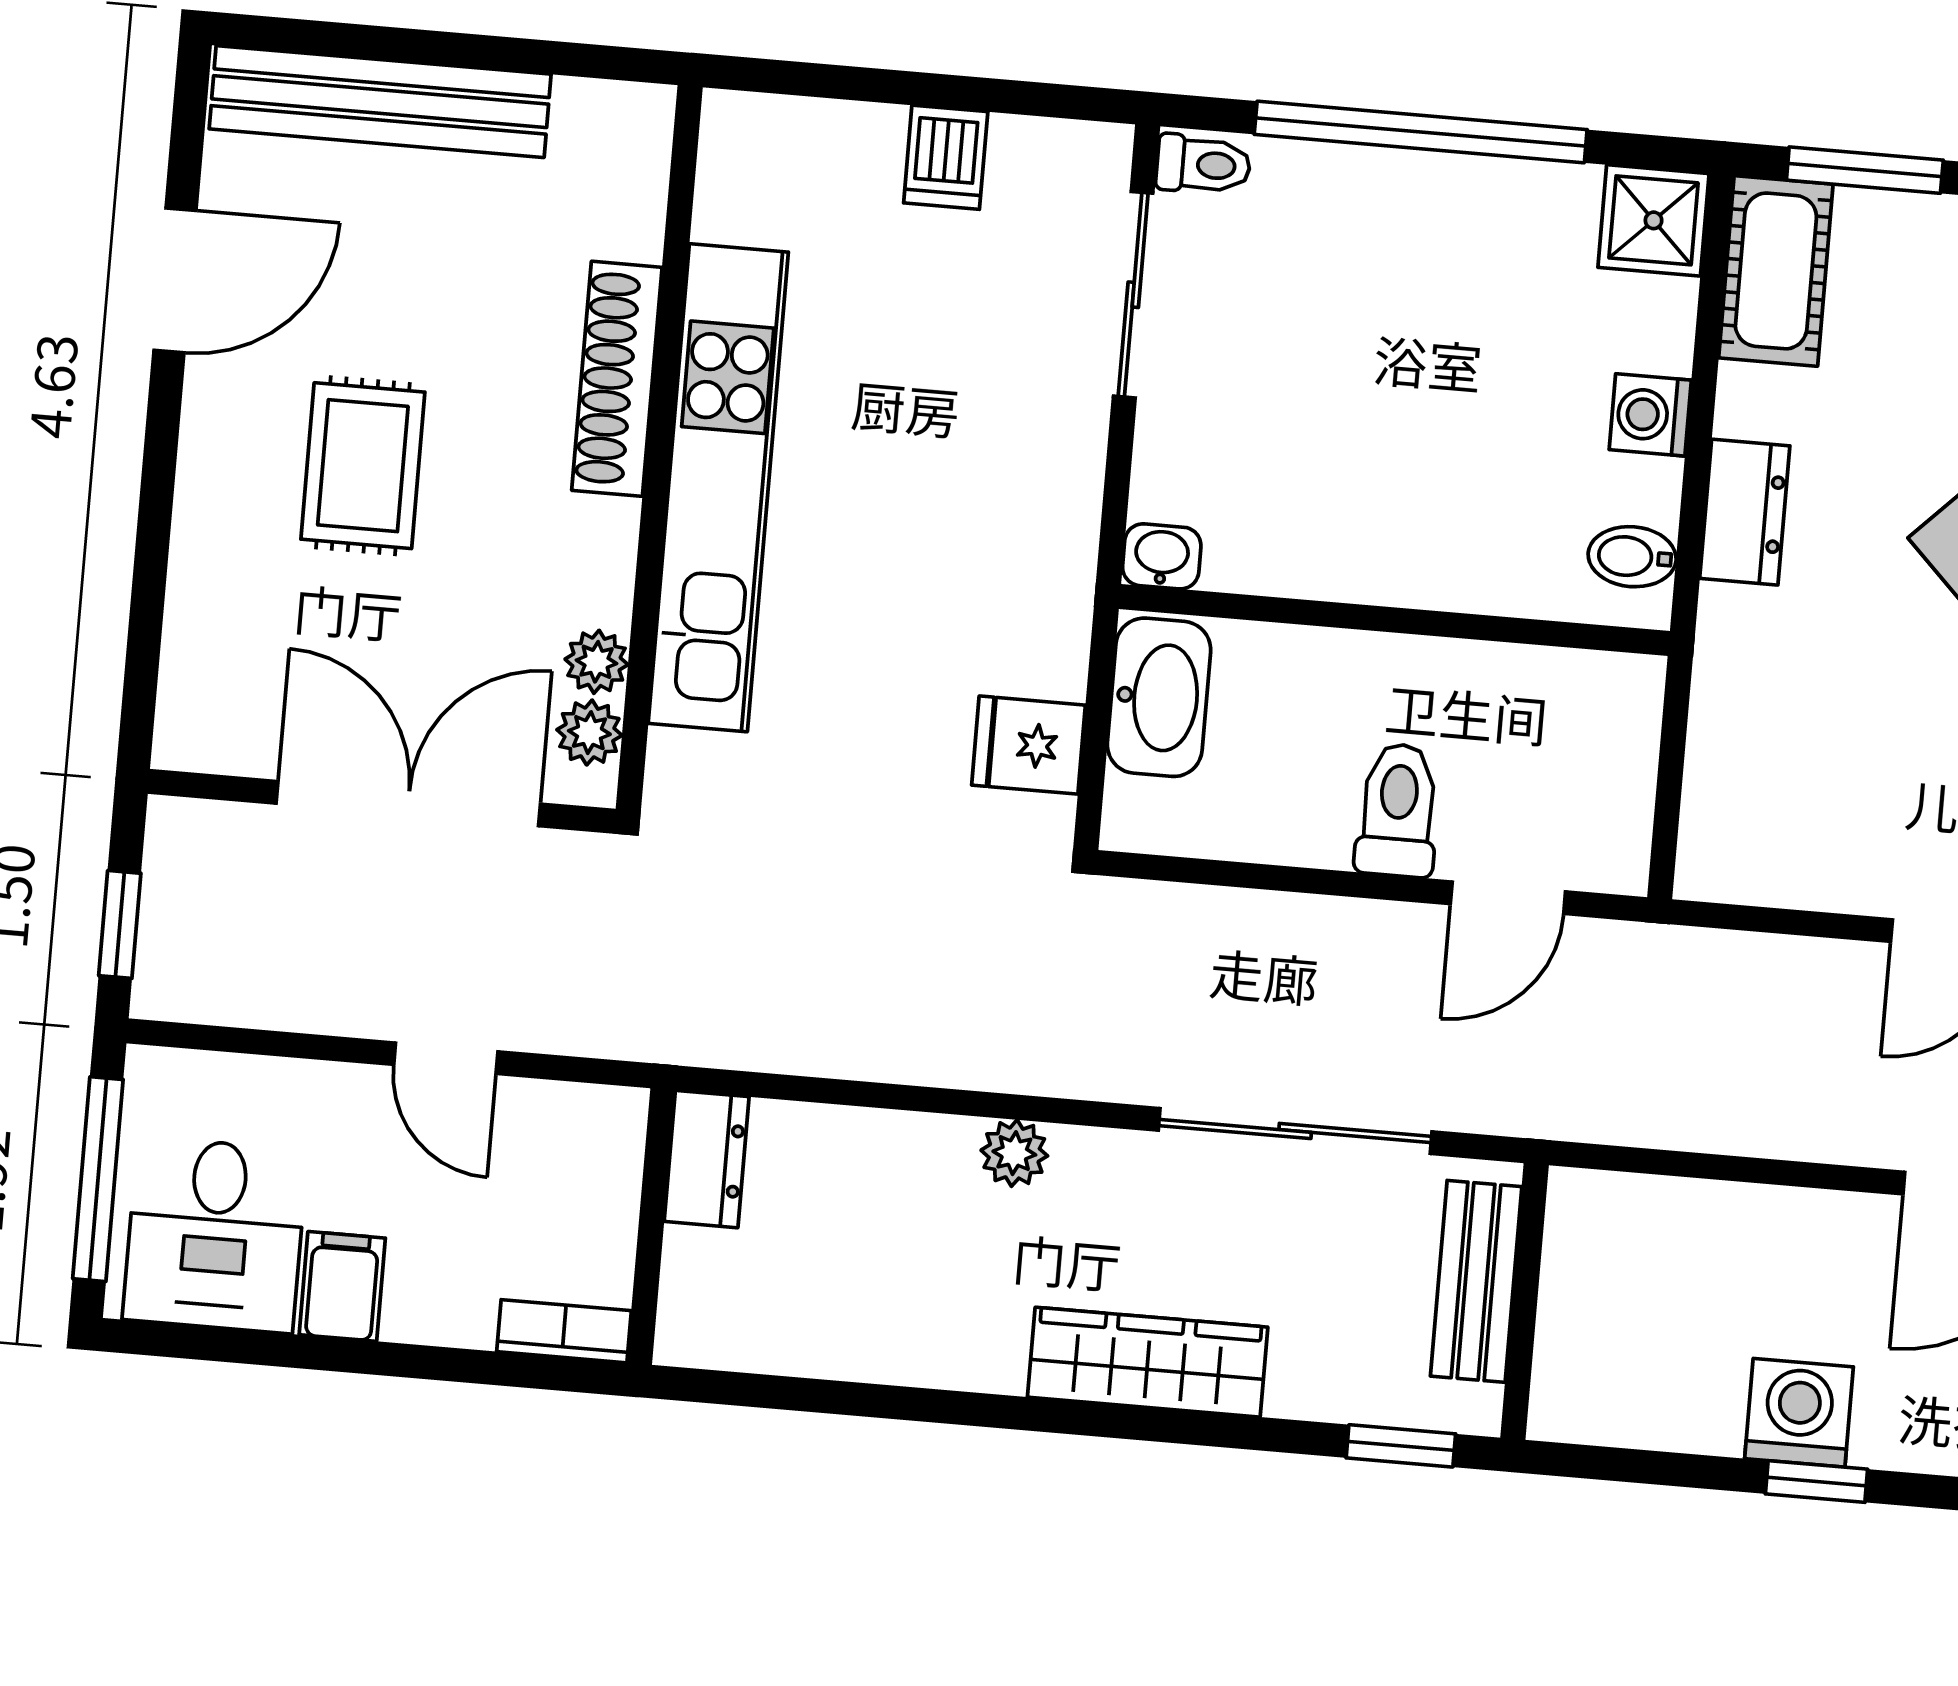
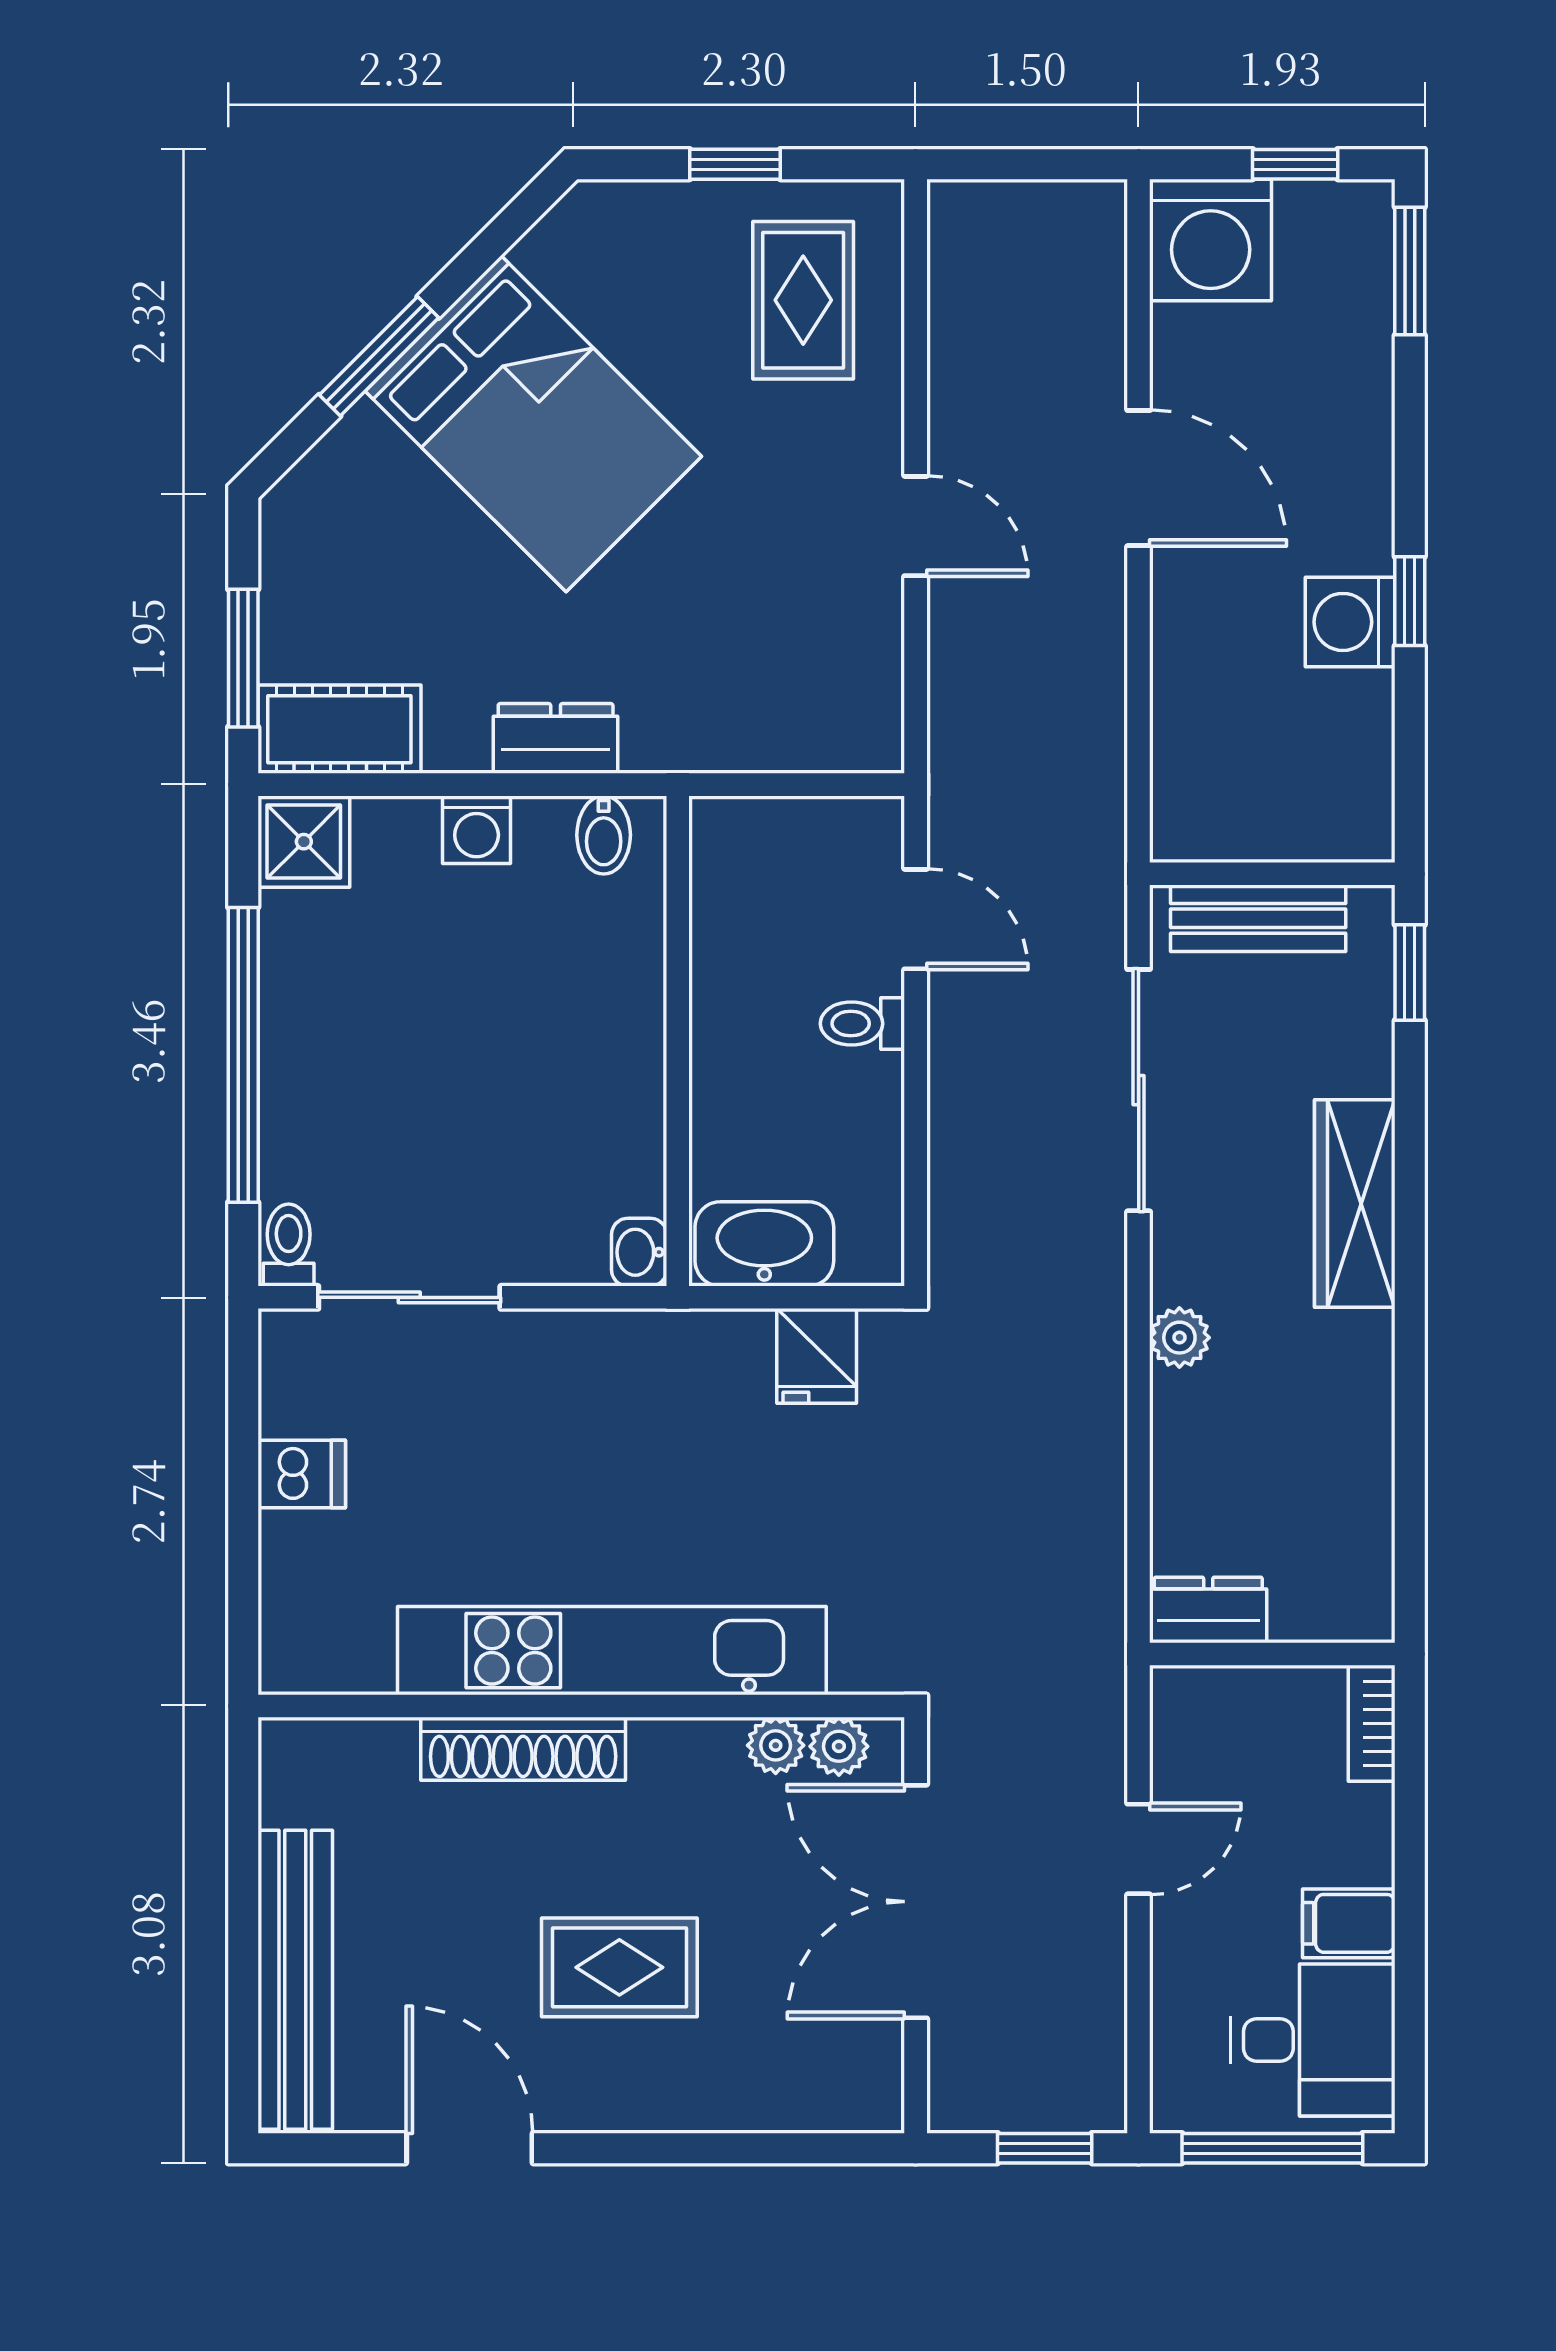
toilet: (1398, 810) -> (862, 1024), width x0.73, depth x0.72

